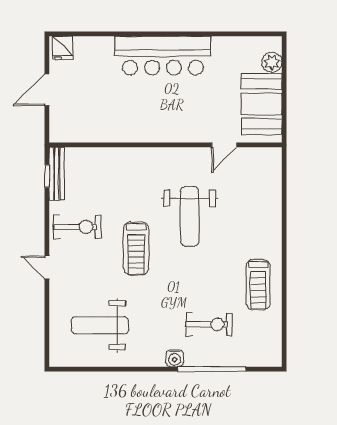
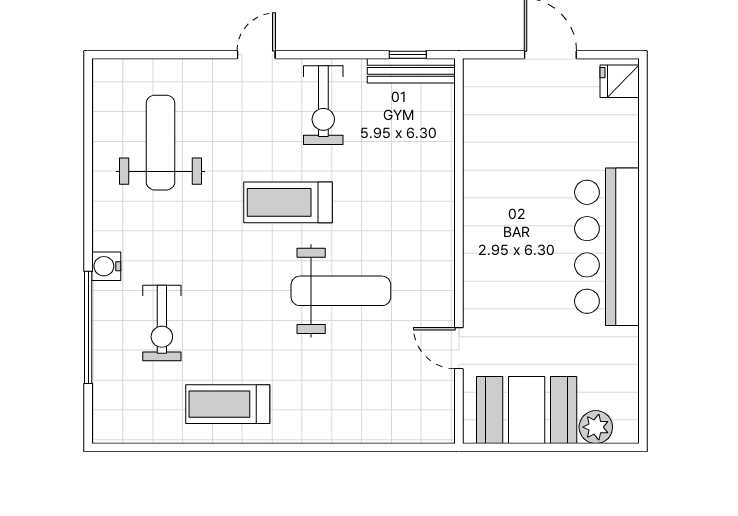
weight bench: (190, 216) -> (341, 291), turned 180

